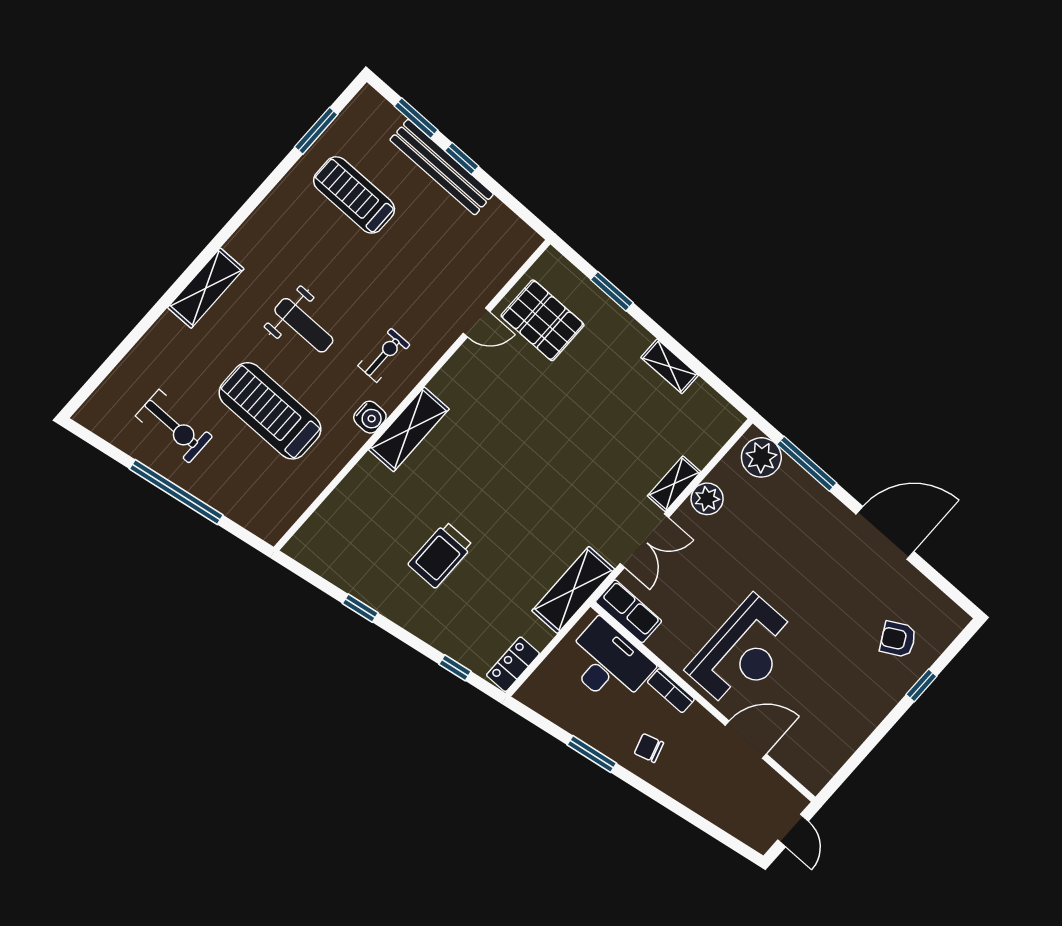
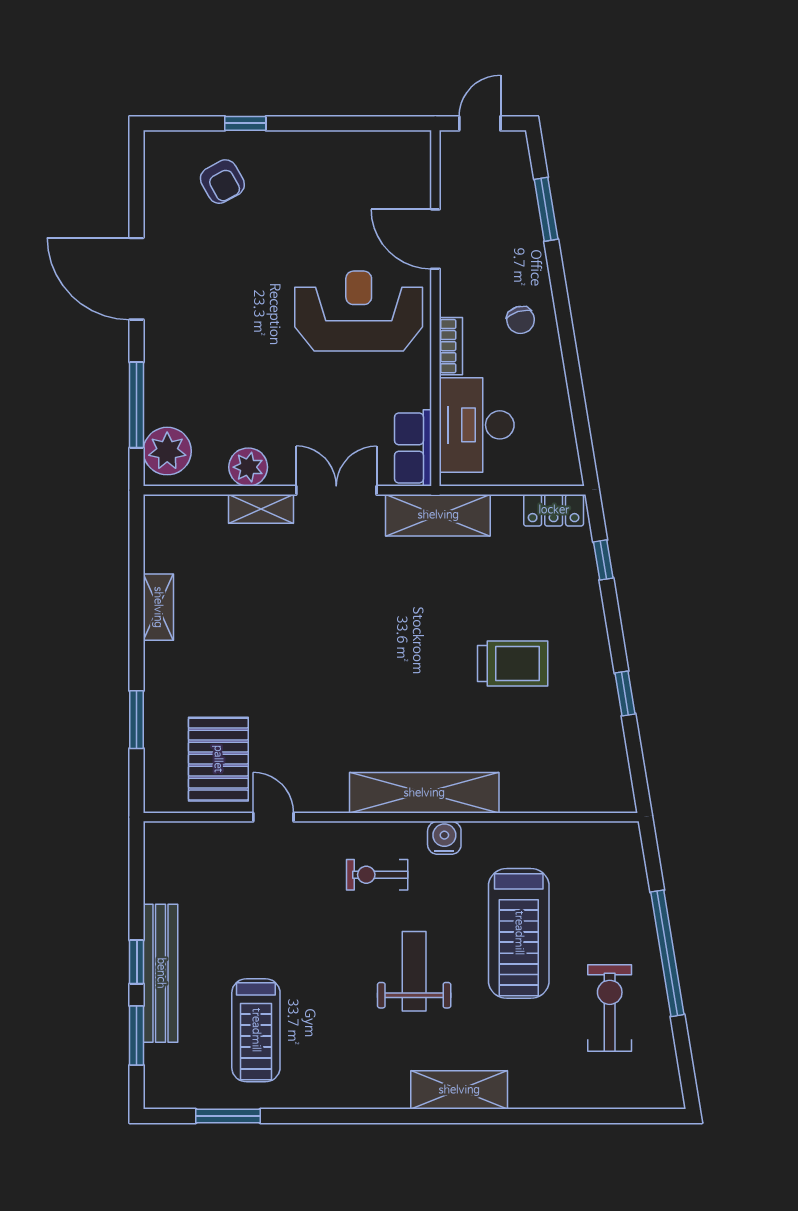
shelving: (409, 429) -> (424, 793), width x1.47
window: (592, 754) -> (546, 209), moved

